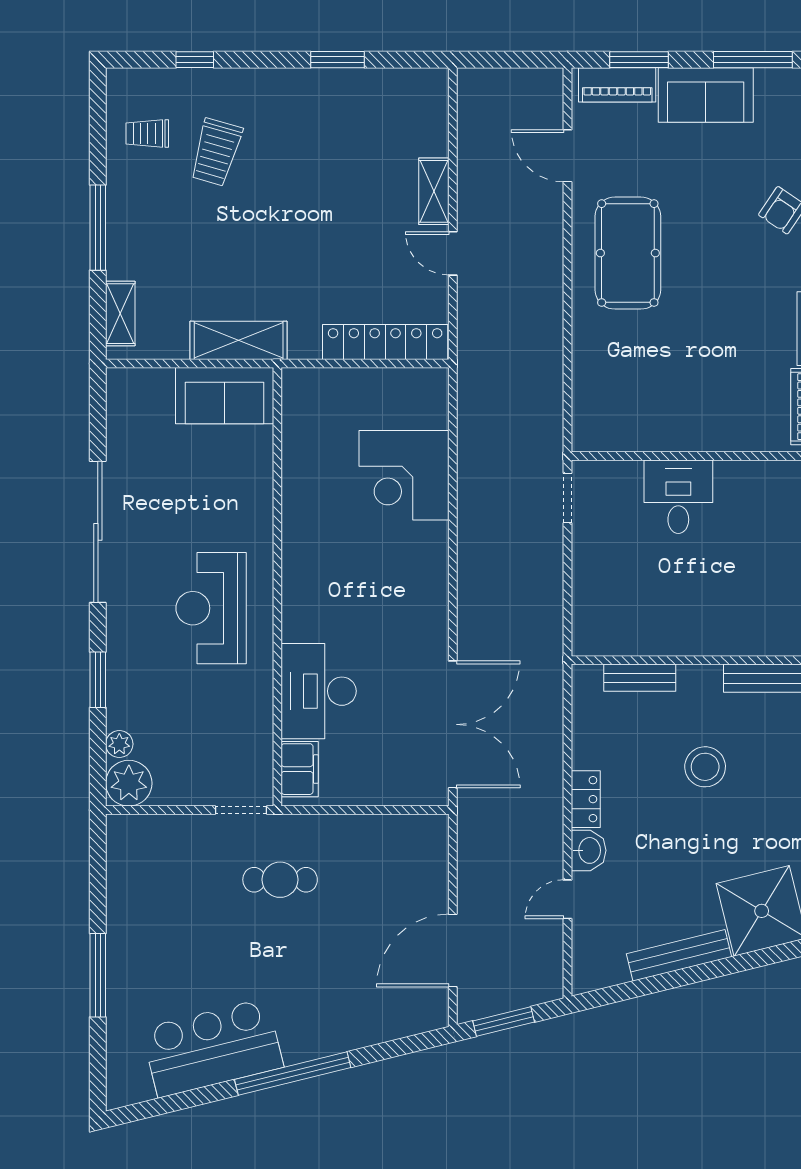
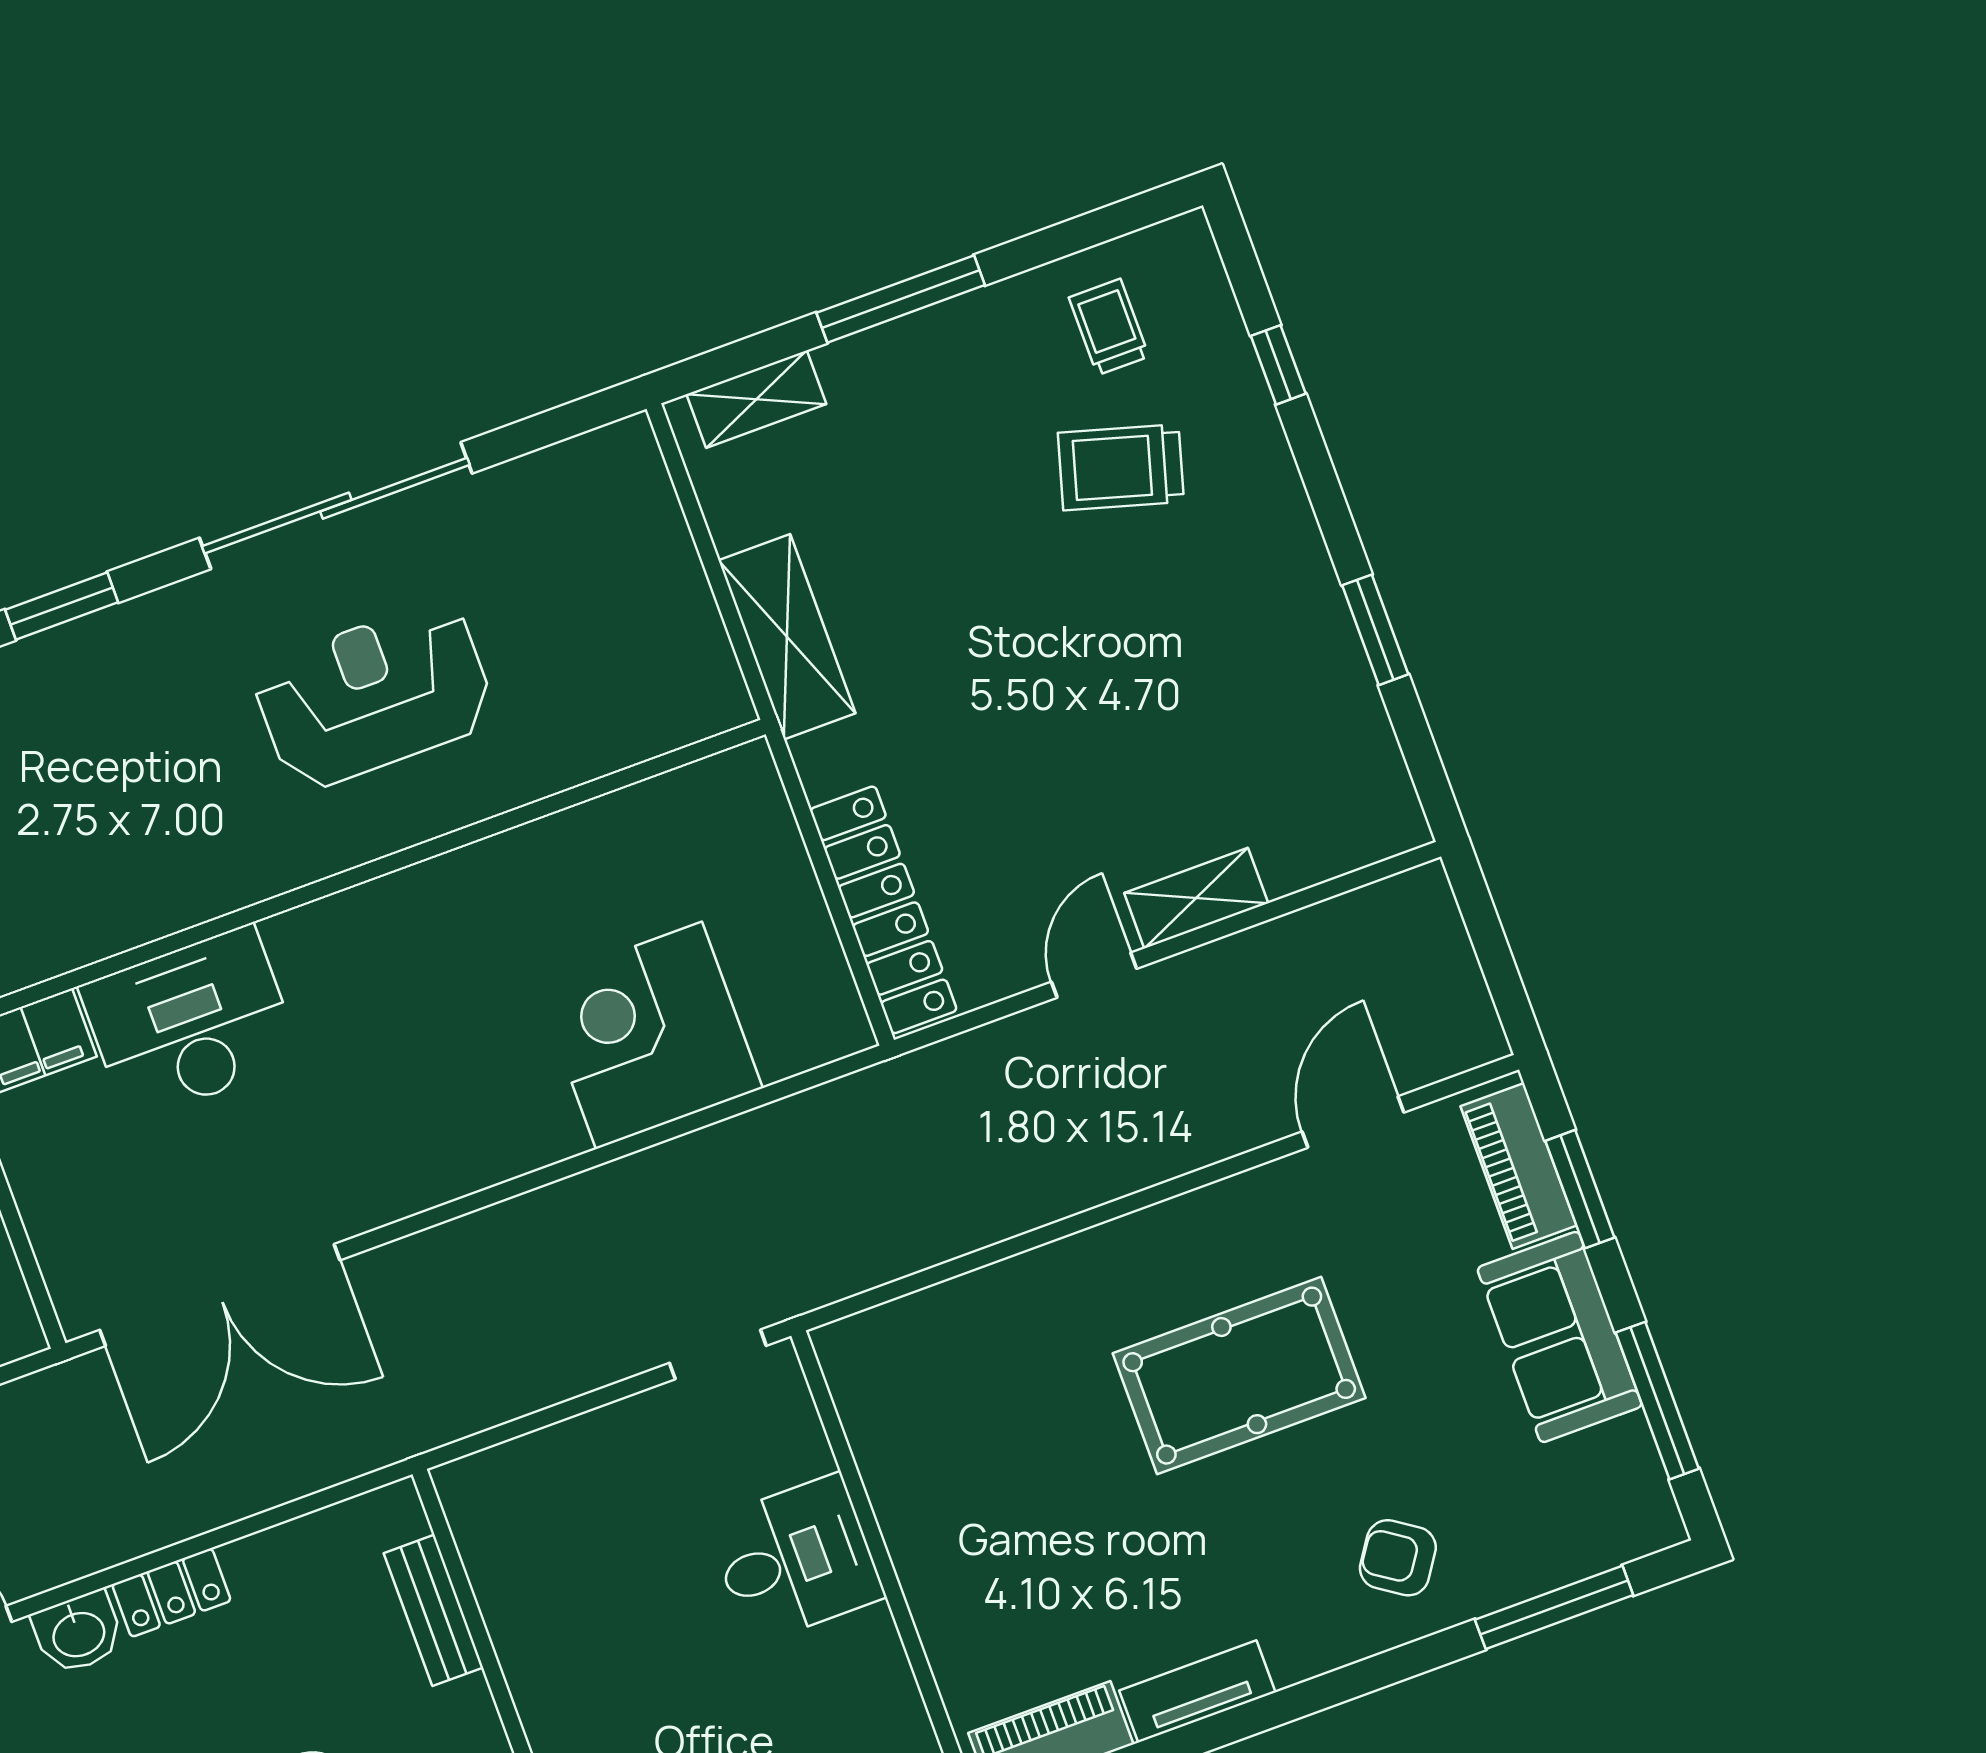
pool table: (628, 253) -> (1239, 1376), moved
sofa: (225, 396) -> (675, 648), removed
reception desk: (211, 608) -> (374, 695), moved

